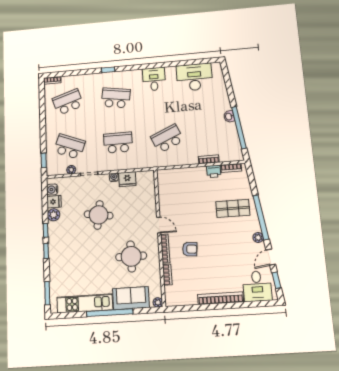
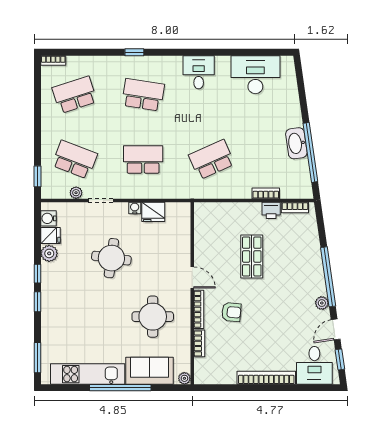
washbasin: (229, 117) -> (296, 143), width x1.91, depth x1.45
shop shelf: (233, 208) -> (252, 256), moved, turned 90

